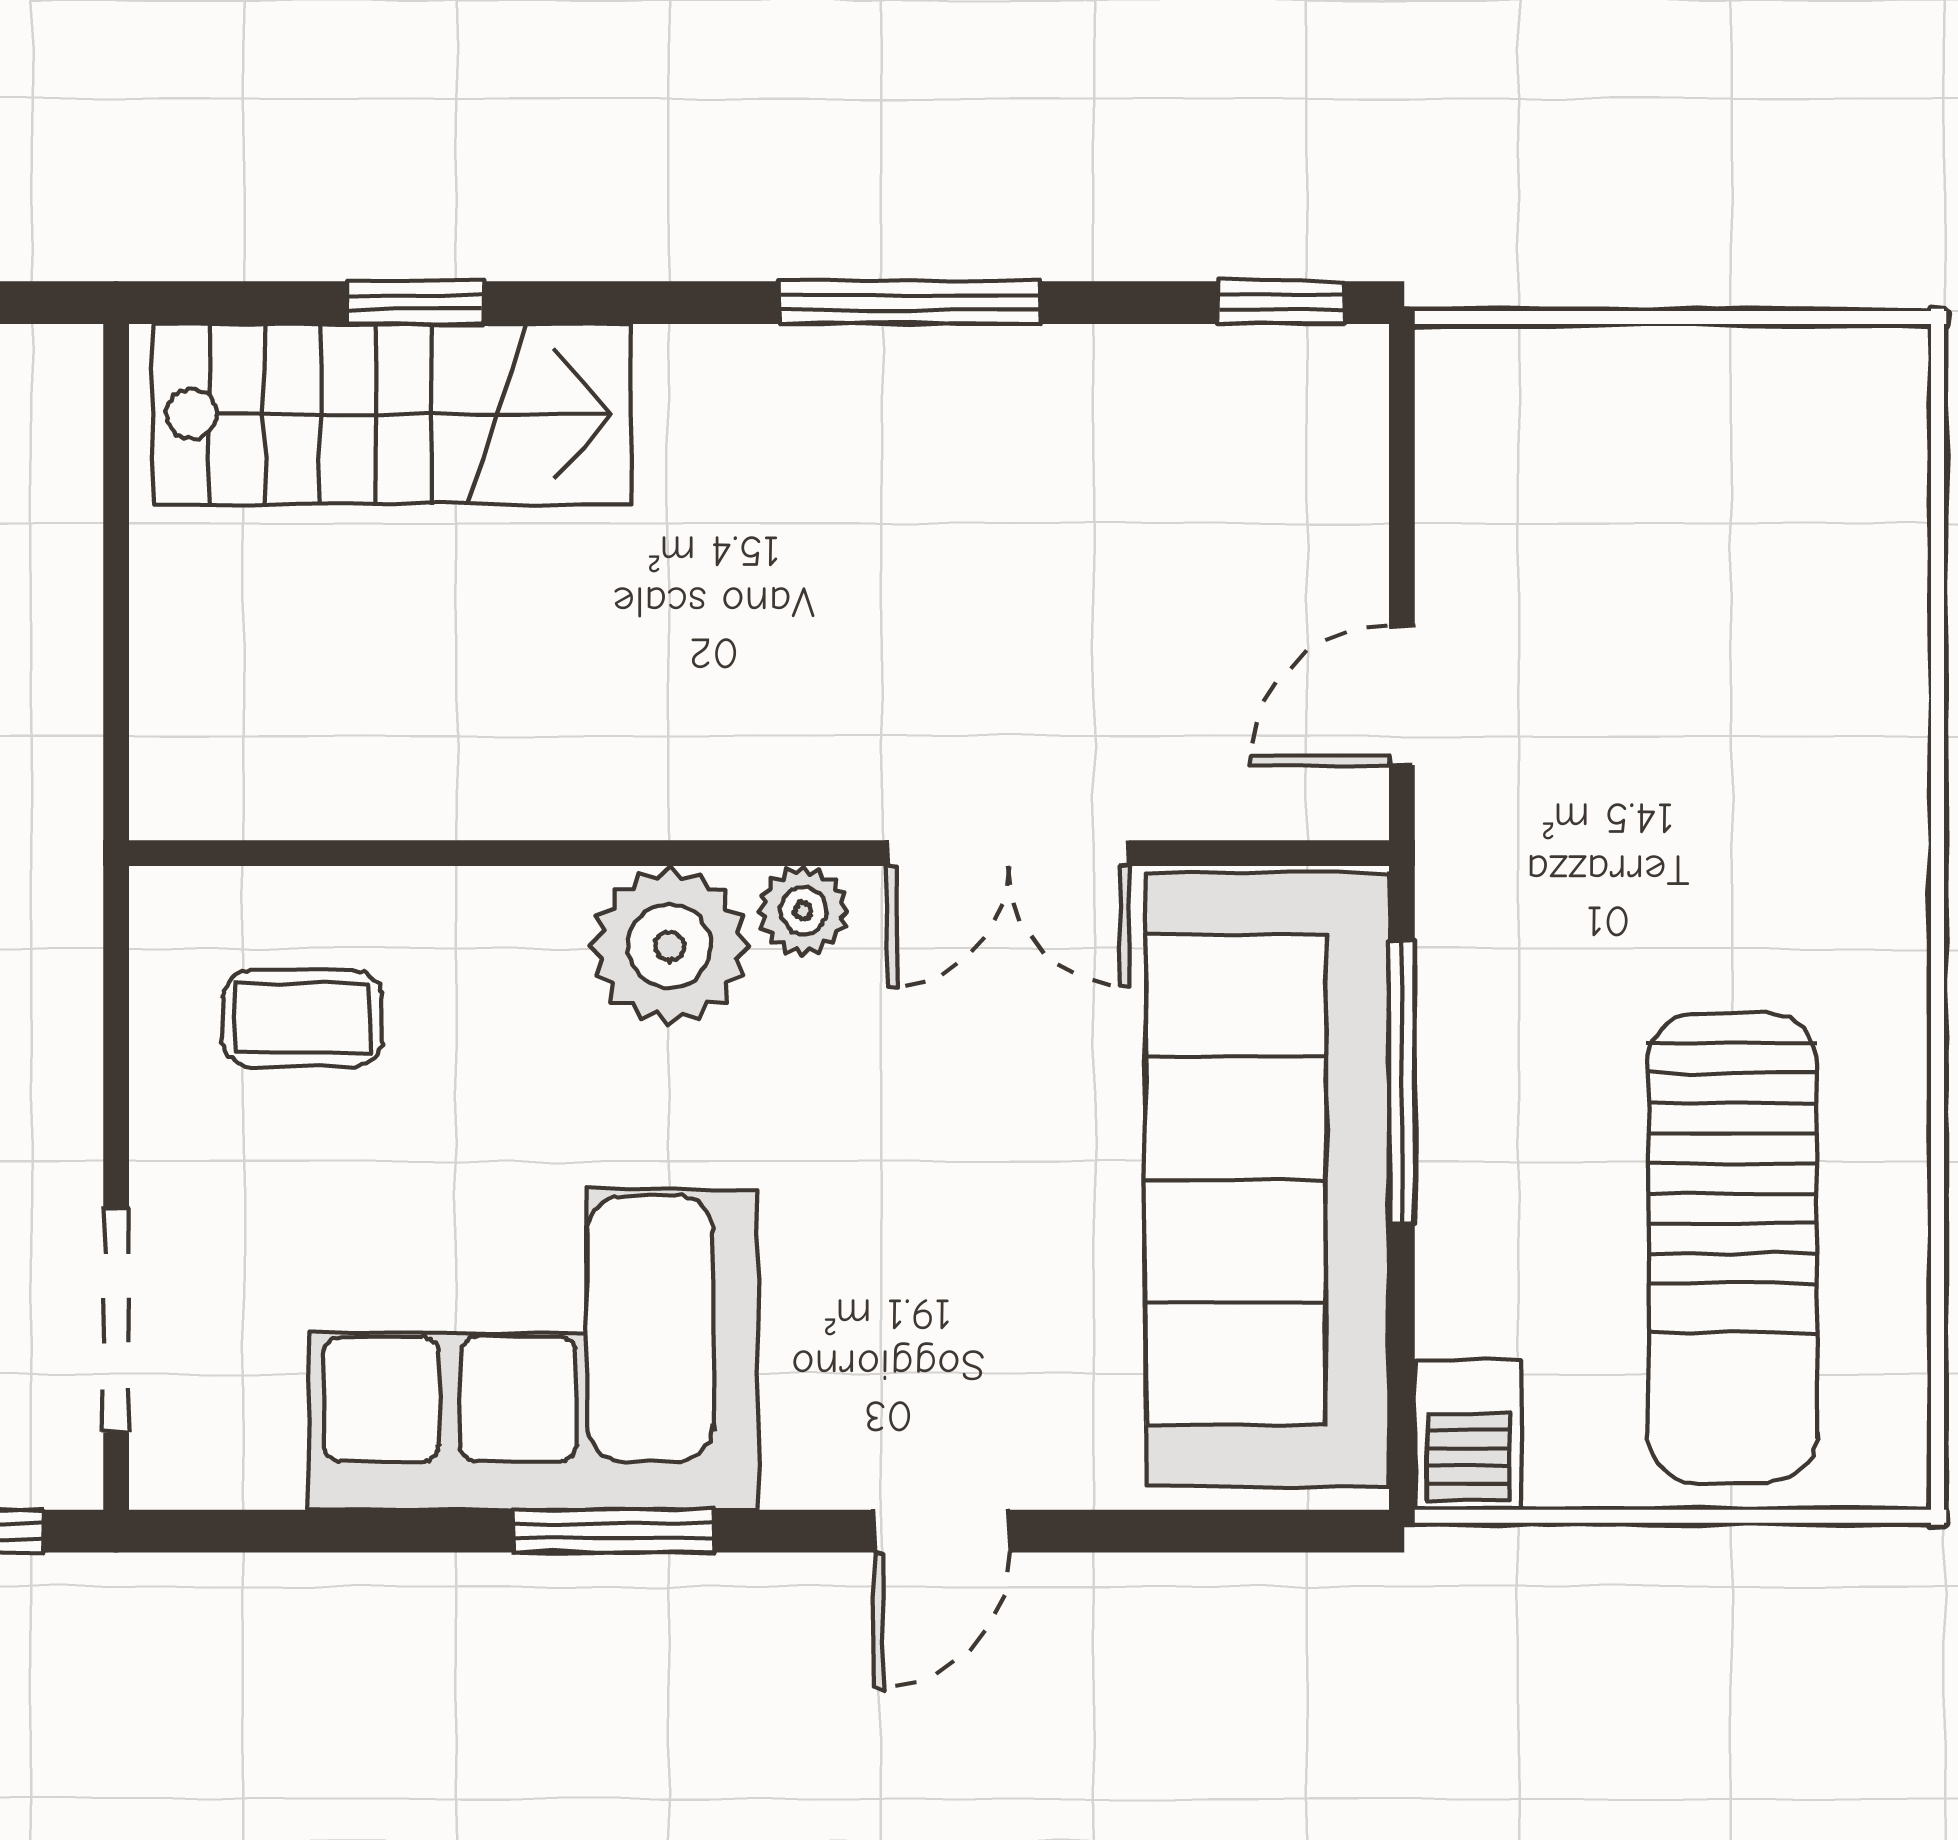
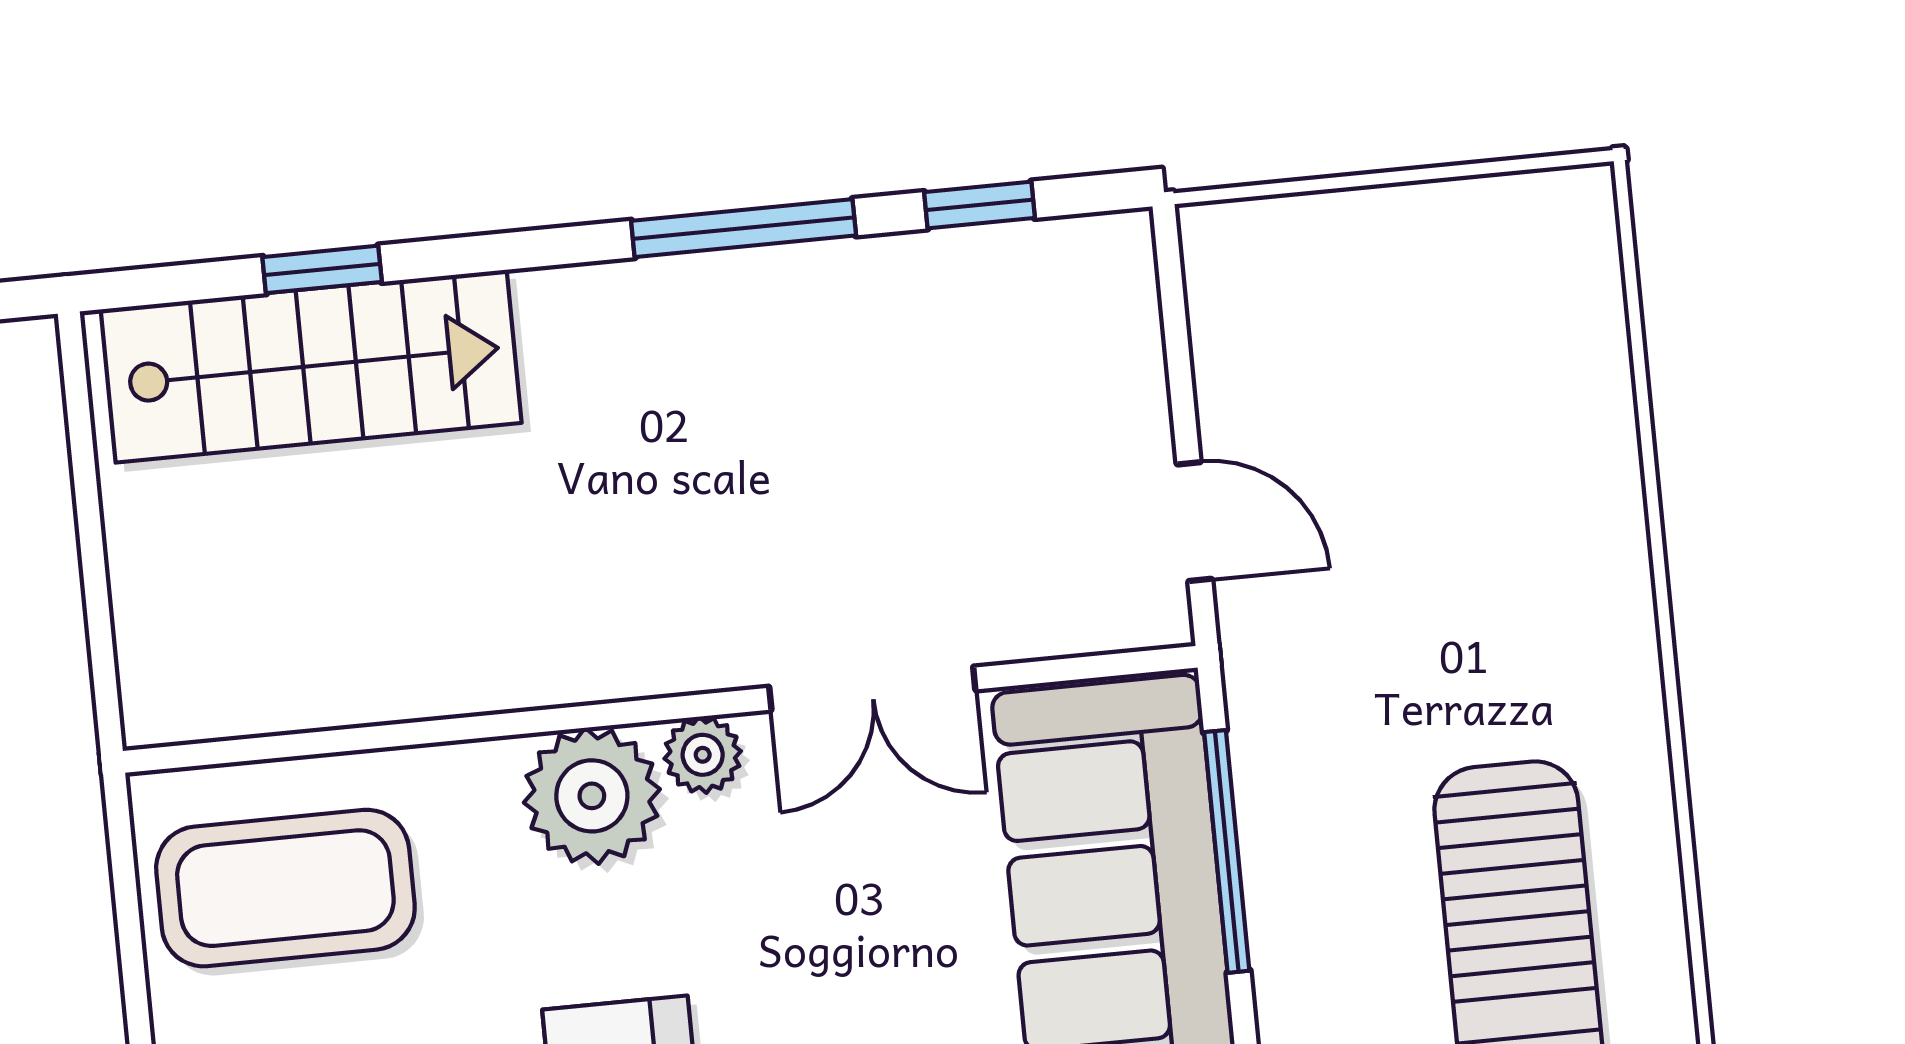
window: (1281, 303) -> (979, 205), moved
door: (1402, 695) -> (1194, 522), swing flipped
coffee table: (302, 1018) -> (285, 888), width x1.86, depth x1.72

